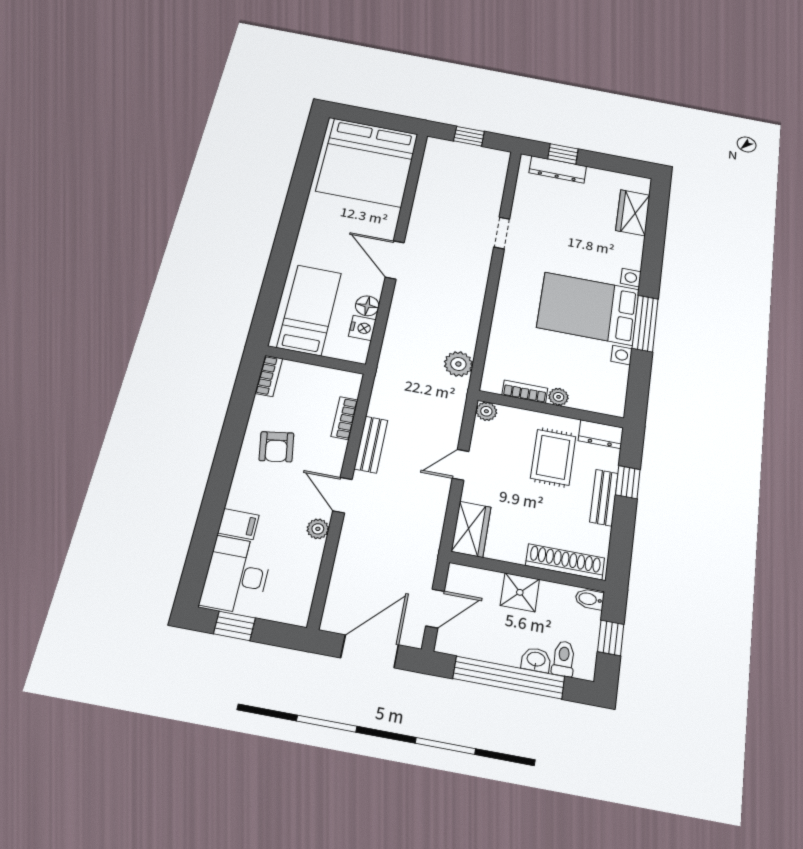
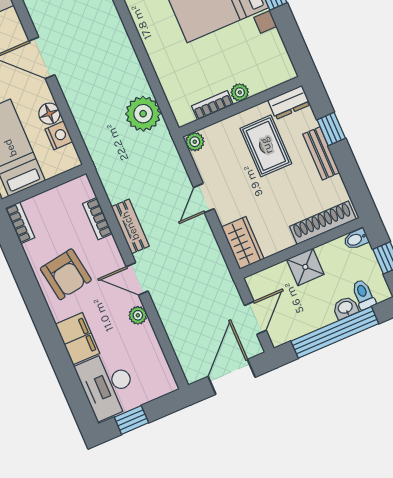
plant: (458, 364) -> (143, 114), width x1.36, depth x1.36
armchair: (276, 447) -> (66, 274), width x1.38, depth x1.38
filing cabinet: (238, 524) -> (78, 339), width x2.00

